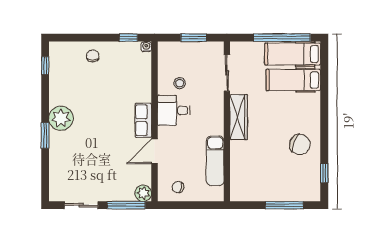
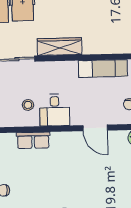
row of seats: (143, 120) -> (33, 140), moved

